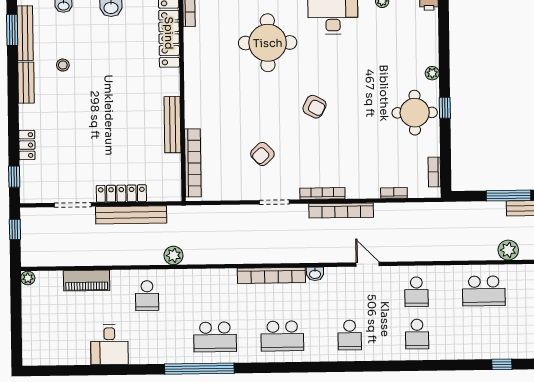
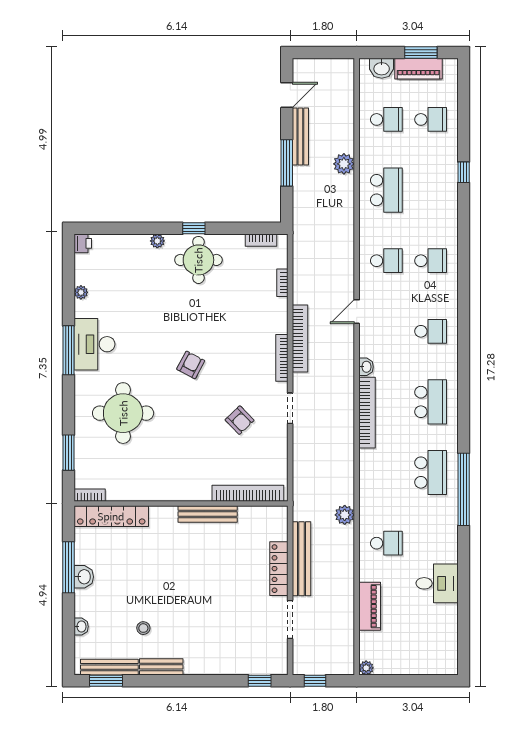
locker: (27, 145) -> (227, 667), removed

